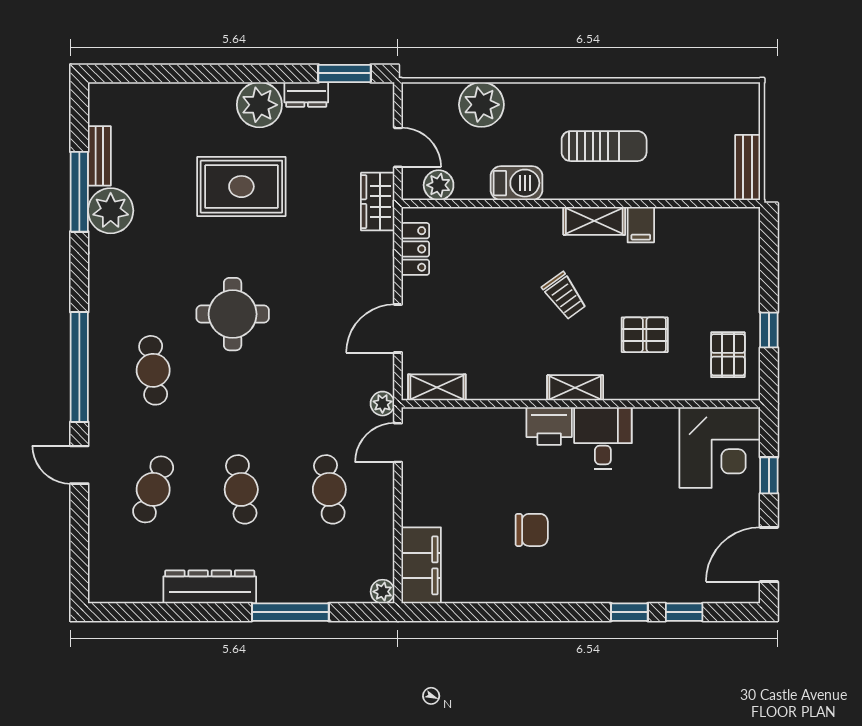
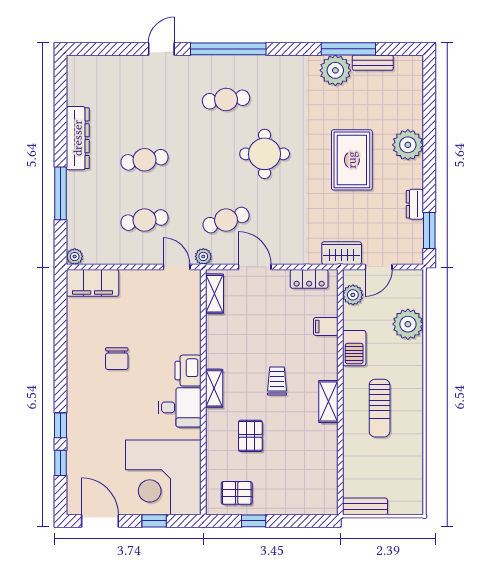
plant: (259, 105) -> (408, 145), moved
filing cabinet: (641, 225) -> (326, 326), moved
trolley: (564, 296) -> (277, 381), turned 126
corner desk: (720, 448) -> (163, 477), width x1.36, depth x1.36
cafe table: (153, 489) -> (226, 220), moved, turned -39

